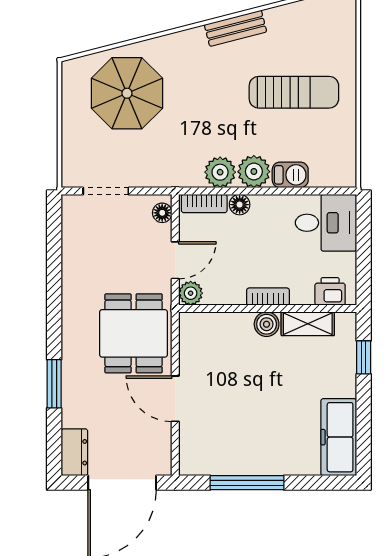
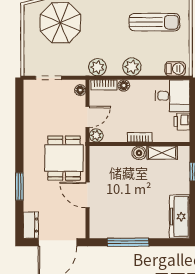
plant: (220, 172) -> (97, 67), moved
barbecue: (290, 175) -> (175, 69), moved
printer: (330, 291) -> (182, 122), moved, turned -90

